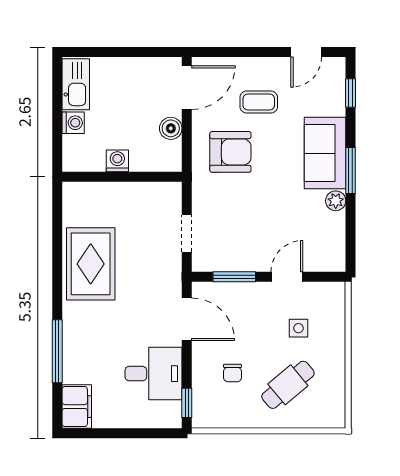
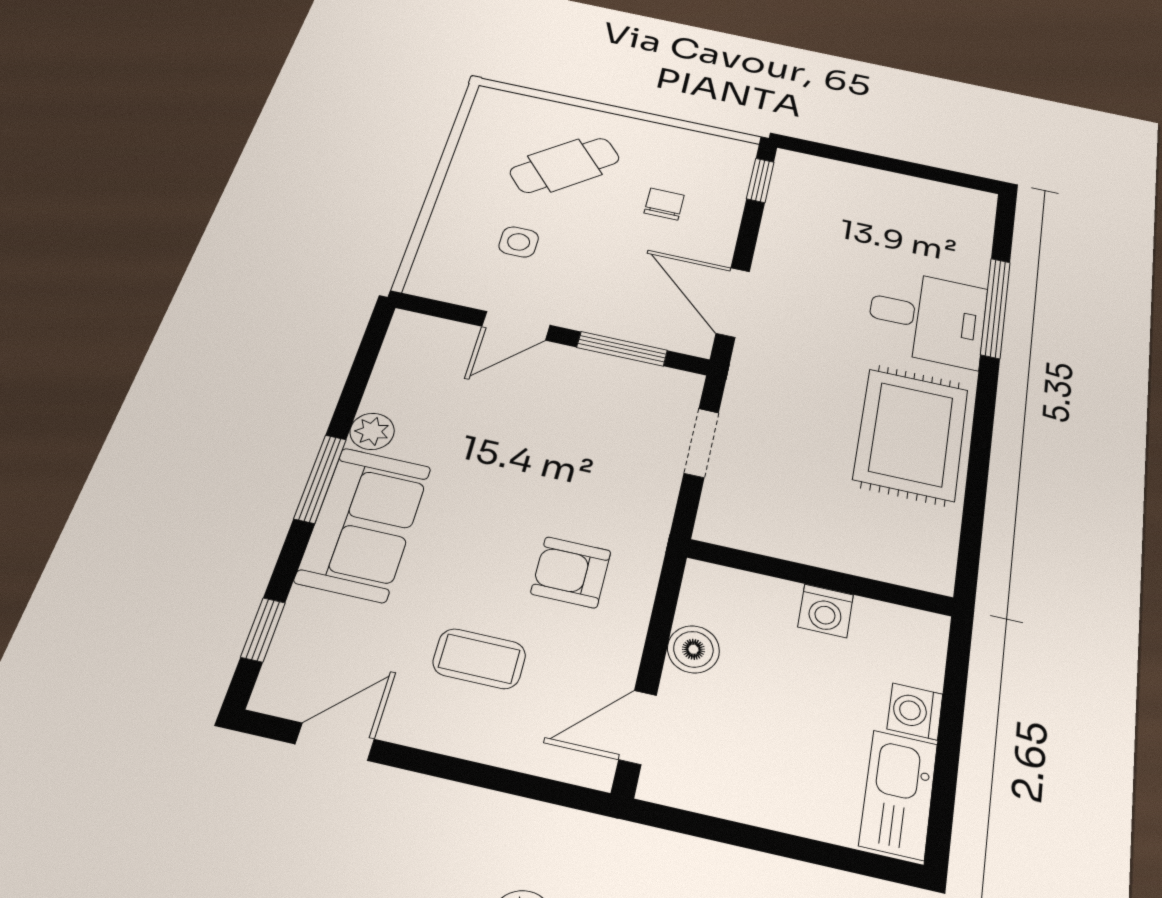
door: (187, 88) -> (638, 727), width x0.73
armchair: (230, 152) -> (571, 572), width x0.72, depth x0.72
desk: (154, 374) -> (927, 318), moved, turned 180
filing cabinet: (77, 407) -> (967, 219), removed

